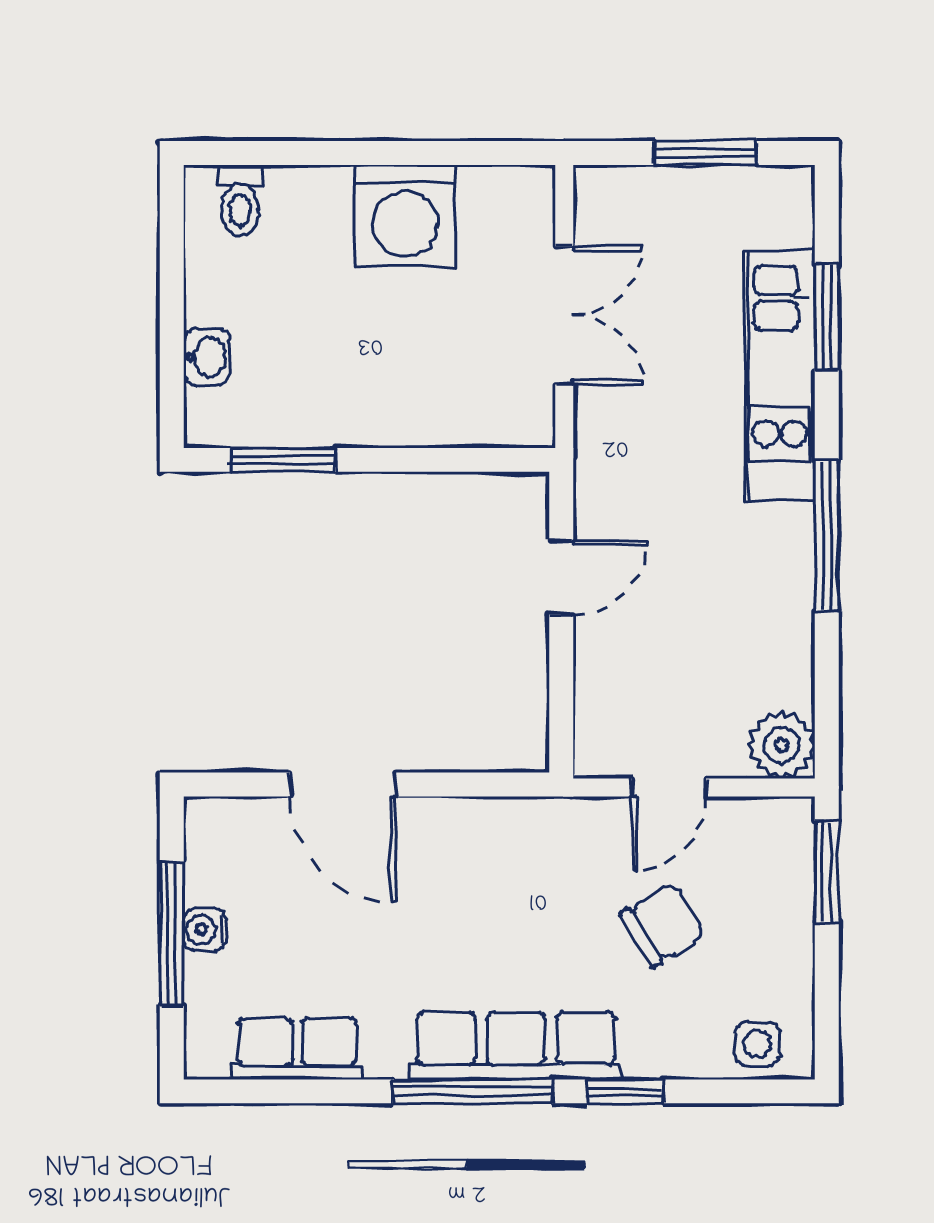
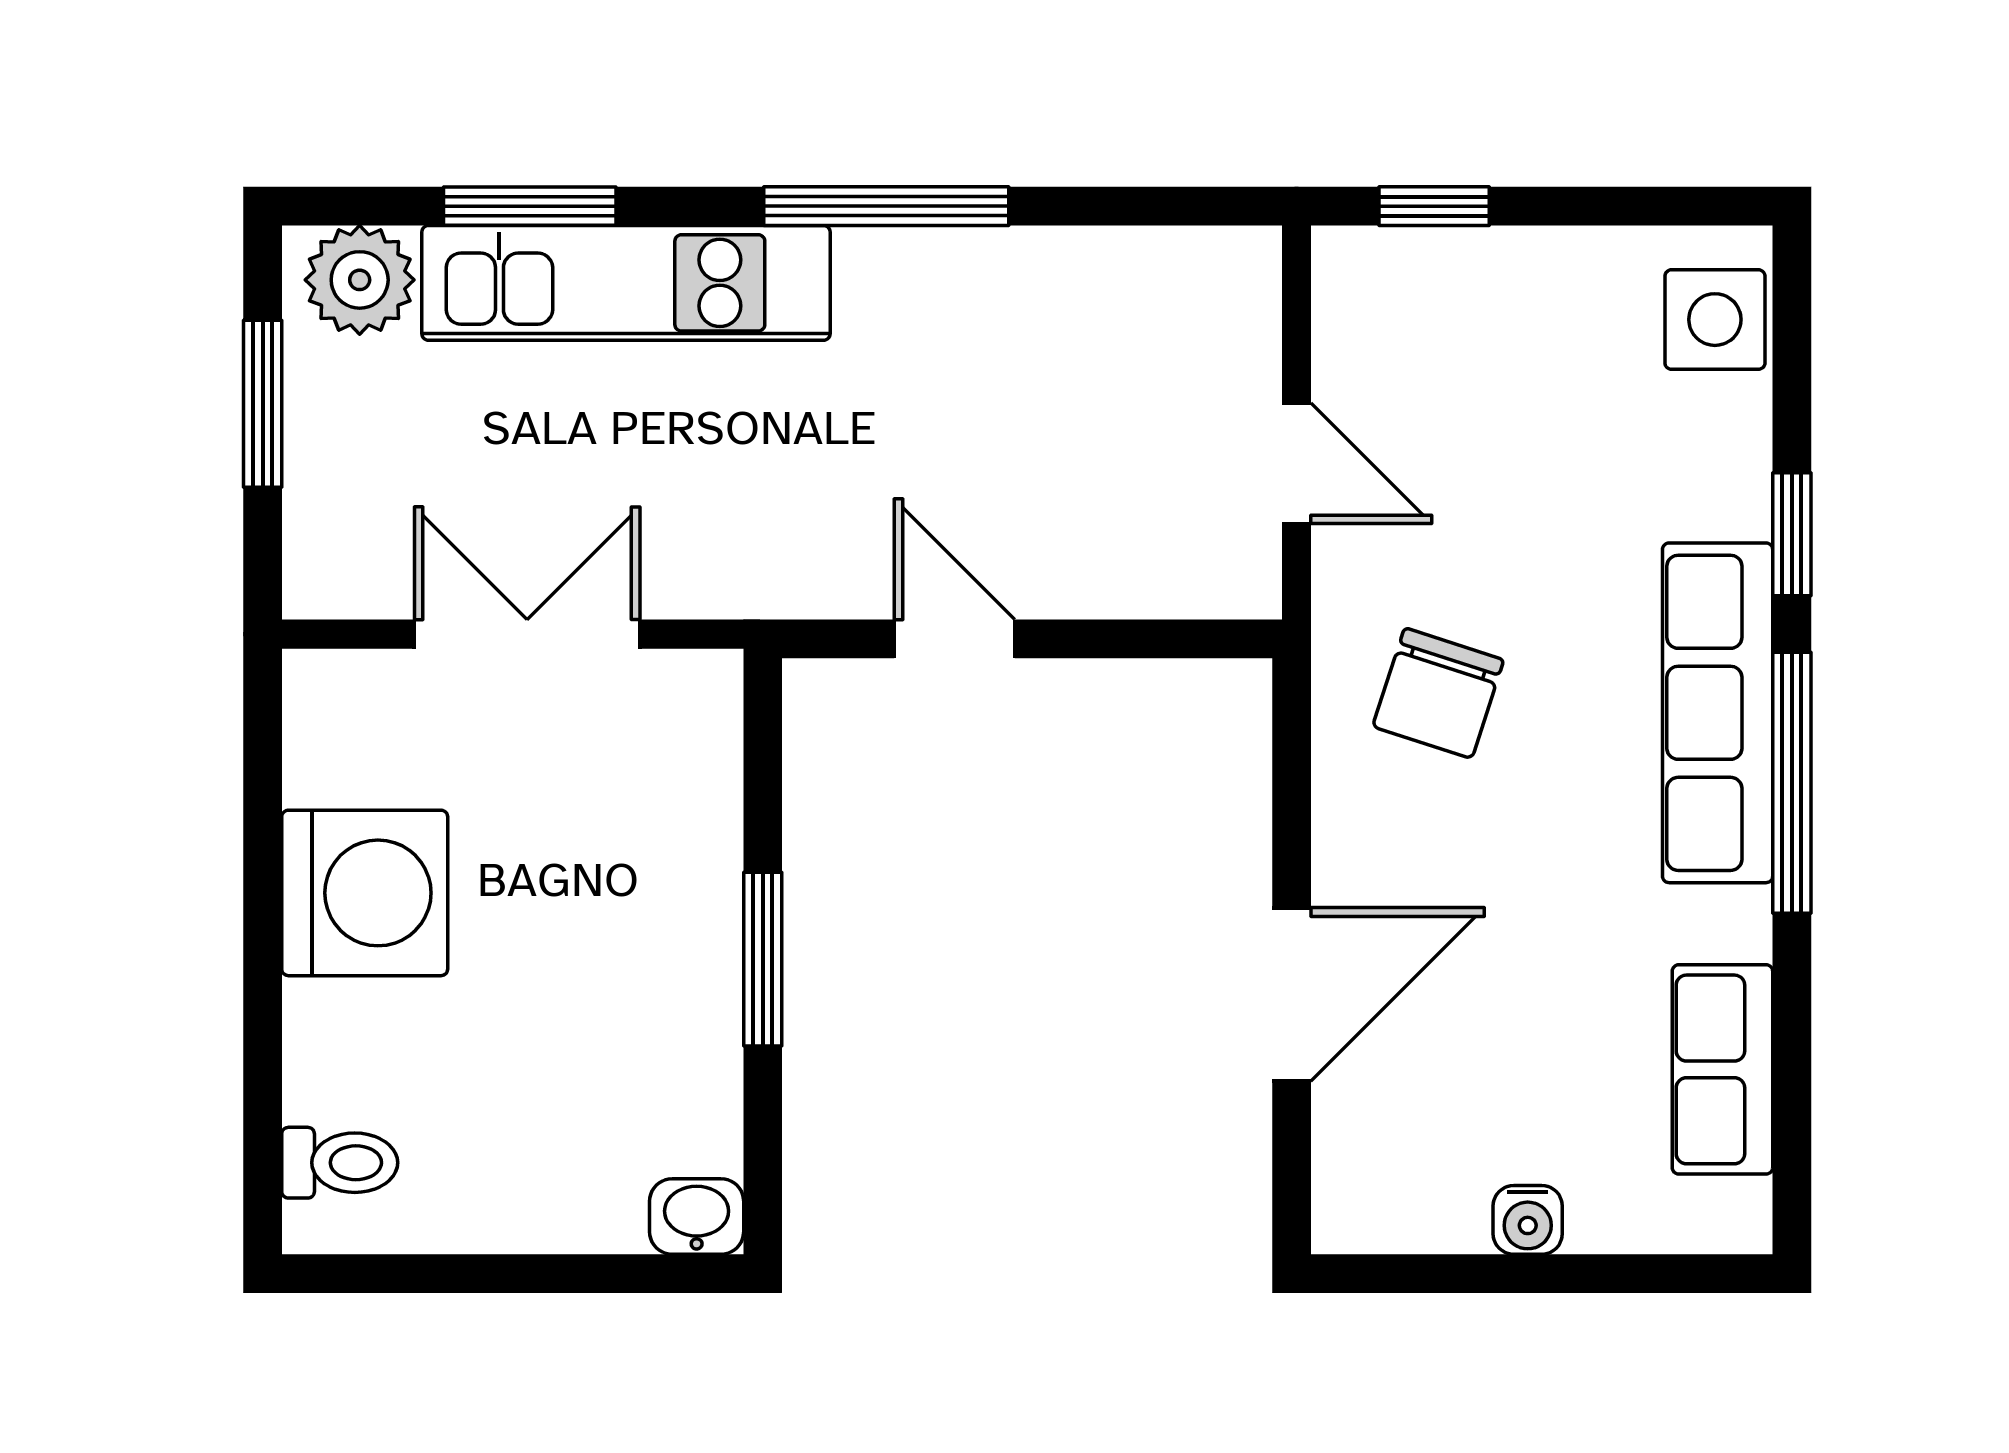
washbasin: (207, 357) -> (697, 1216), moved
window: (283, 460) -> (763, 959), moved
plant: (782, 745) -> (360, 280), moved
window: (827, 872) -> (1434, 206), width x0.67
chair: (663, 925) -> (1438, 693), moved, turned -131
window: (172, 934) -> (1535, 1274), removed
side table: (757, 1044) -> (1715, 320), width x1.37, depth x1.37

